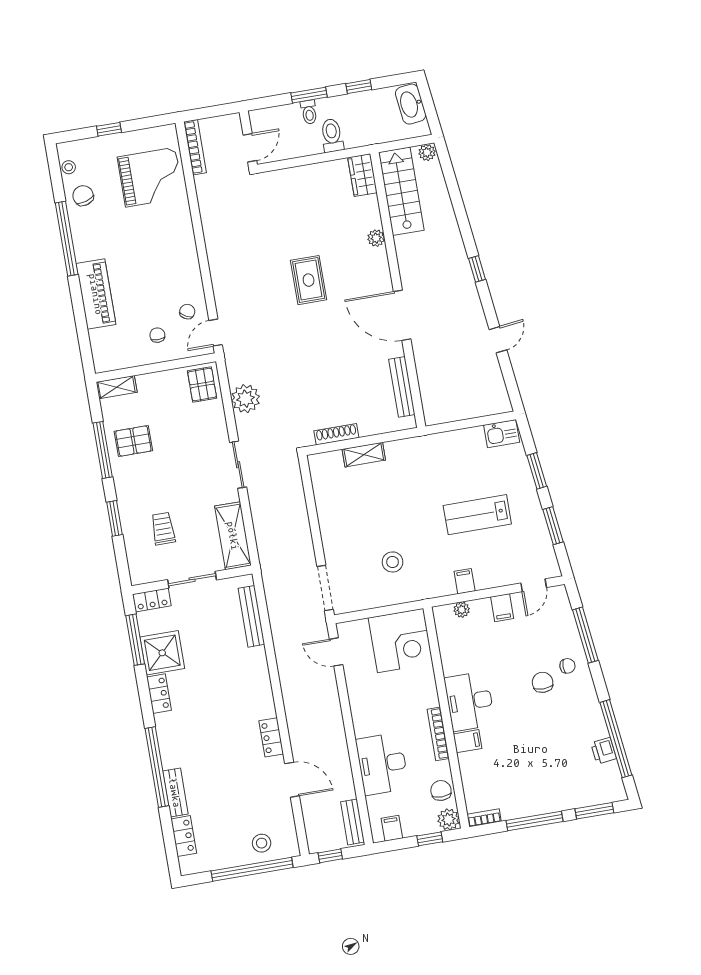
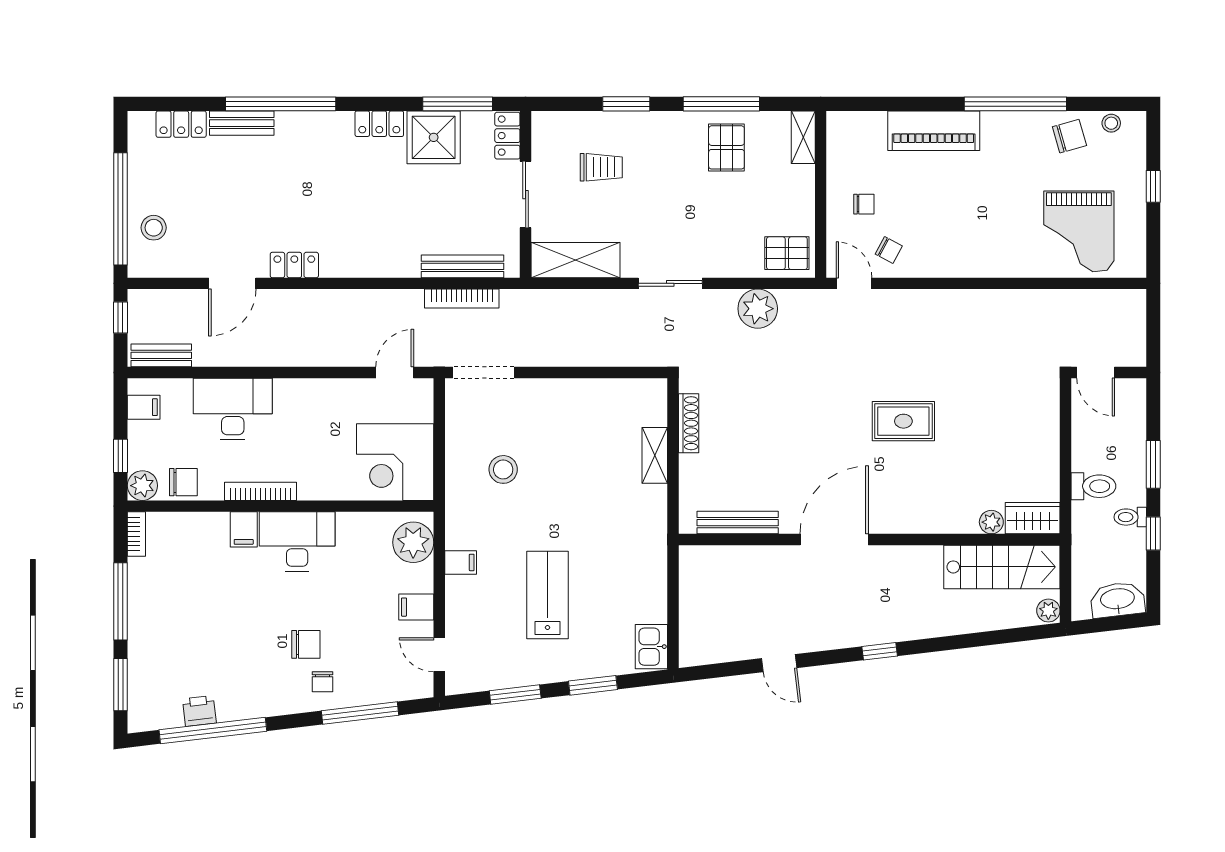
toilet: (309, 112) -> (1130, 517), moved
bookcase: (195, 147) -> (462, 298), moved
plant: (376, 238) -> (991, 522), moved
plant: (462, 610) -> (413, 542), width x1.88, depth x1.88

